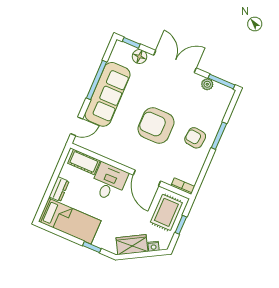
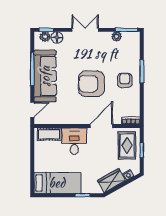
plant: (126, 50) -> (45, 37), added
double door: (175, 62) -> (85, 30), width x0.73
armchair: (195, 138) -> (125, 80), turned 84
door: (147, 178) -> (101, 126), swing flipped
dresser: (59, 189) -> (39, 162), removed

